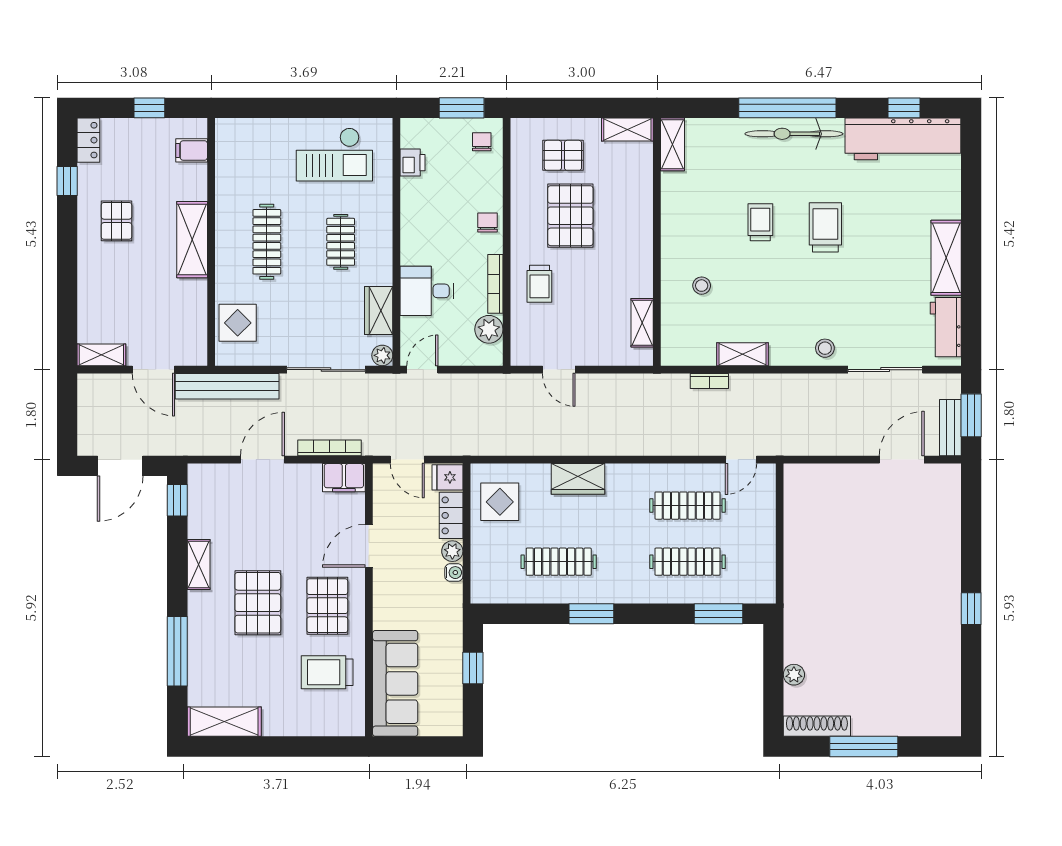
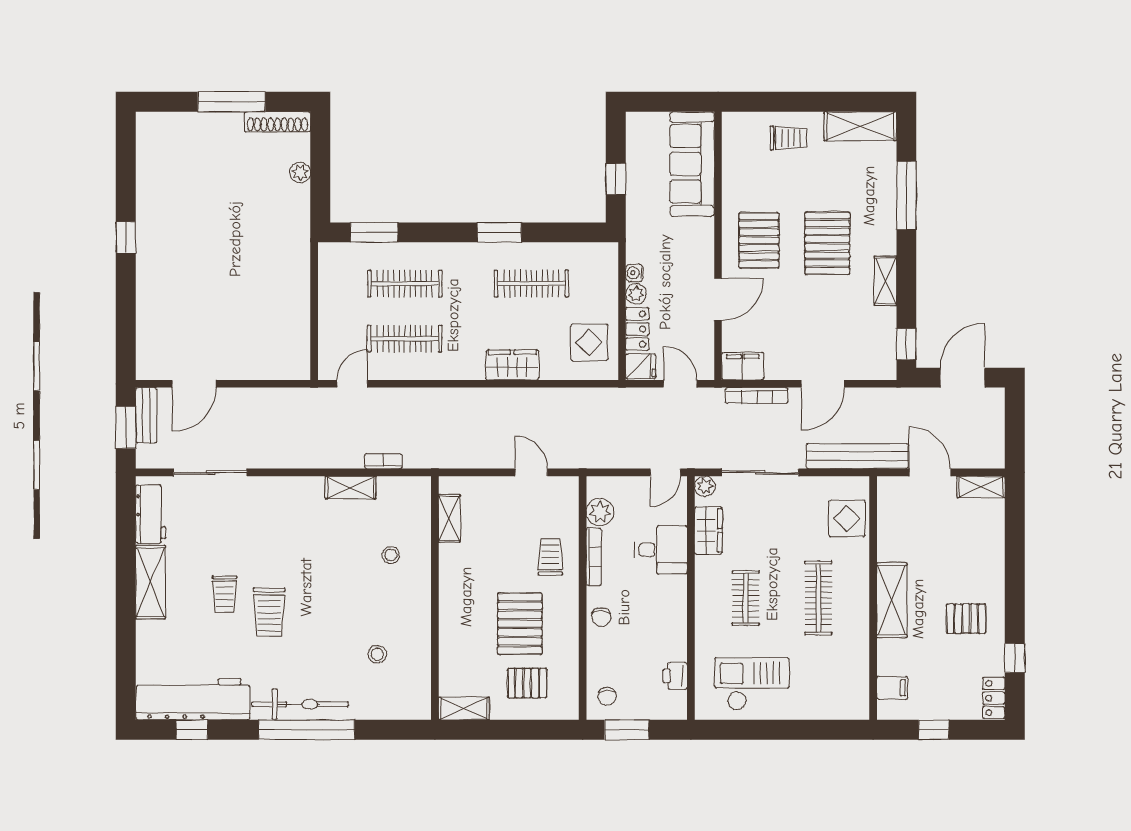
shelving: (673, 144) -> (419, 694), removed
pallet: (116, 221) -> (966, 619), turned 90
trolley: (760, 222) -> (225, 594), moved
stool: (825, 348) -> (377, 654), moved
trolley: (327, 672) -> (789, 138), moved, width x0.73, depth x0.72

